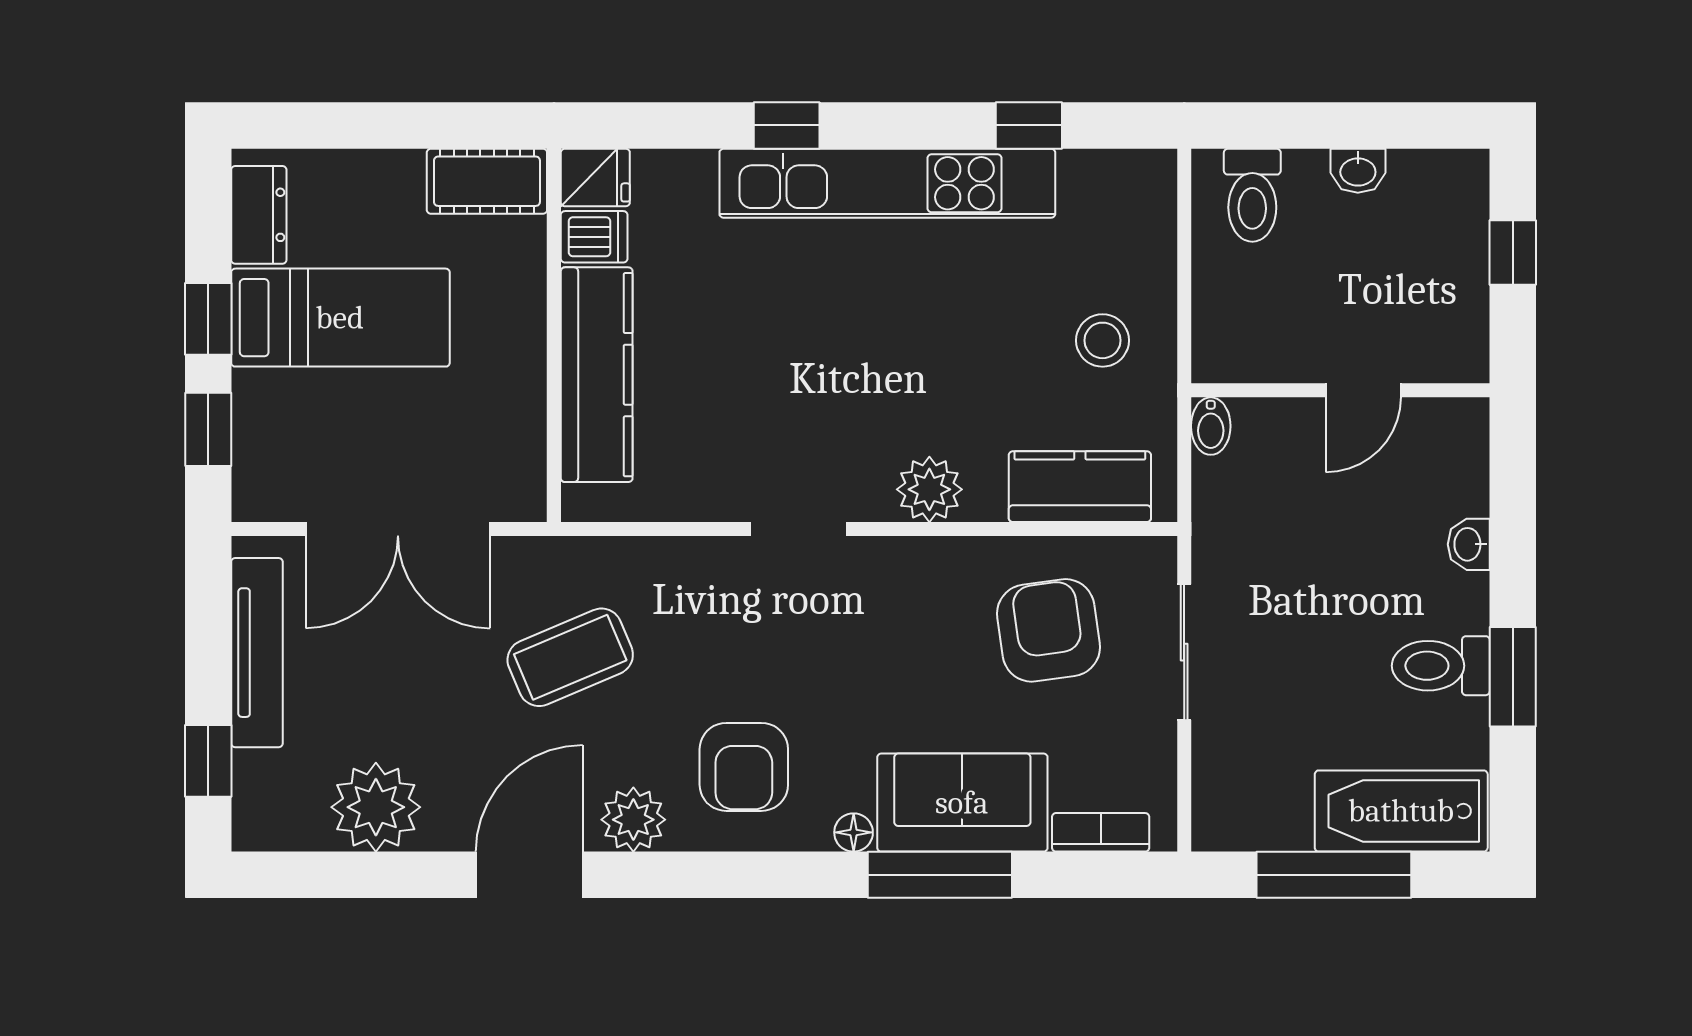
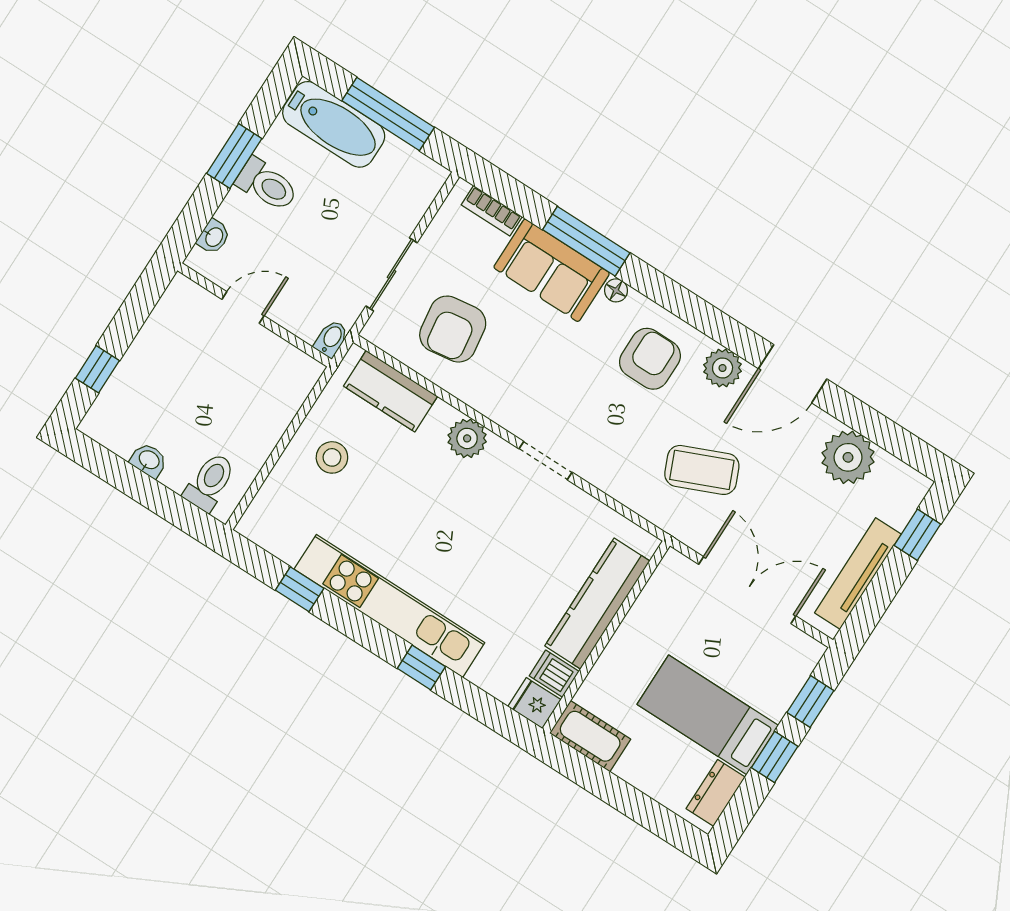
wall: (1340, 390) -> (255, 315), moved
door: (1363, 390) -> (243, 307), moved
bidet: (1211, 426) -> (331, 339), moved

